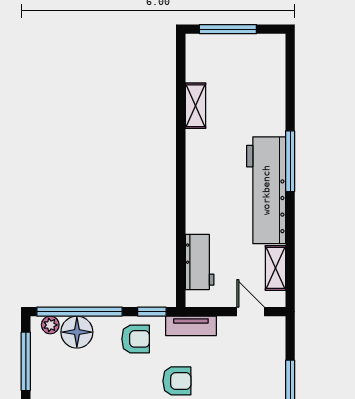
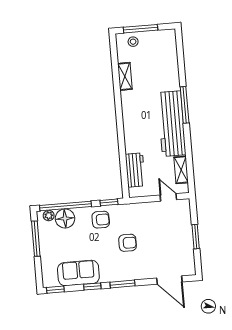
stool: (214, 49) -> (133, 42), added
tv unit: (191, 326) -> (133, 209), removed

